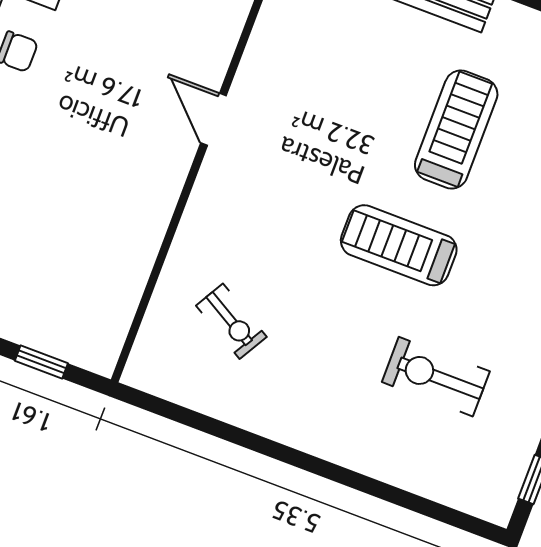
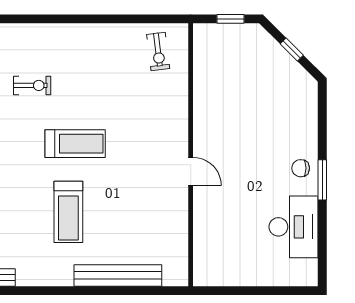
exercise bike: (231, 321) -> (158, 51), moved, turned -127
exercise bike: (436, 377) -> (32, 85), width x0.73, depth x0.72

